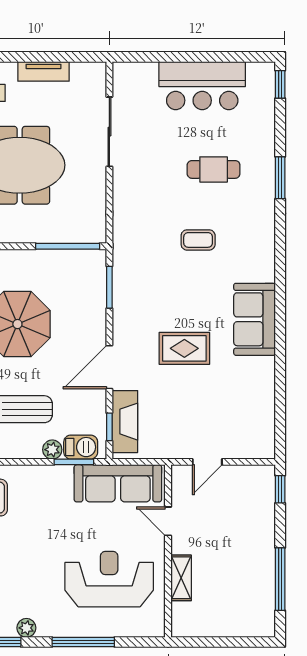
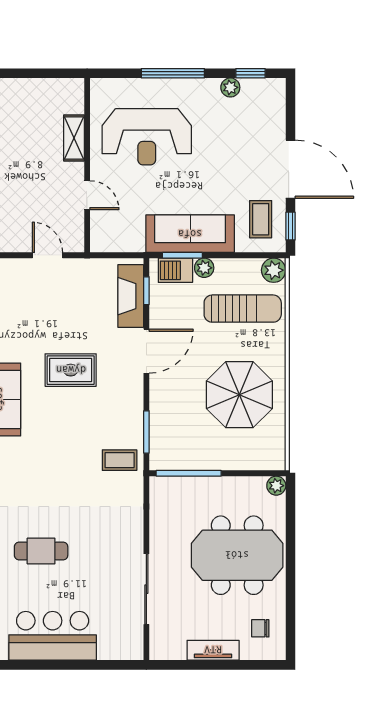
coffee table: (198, 240) -> (120, 460), moved
door: (207, 462) -> (47, 255), hinge flipped
sofa: (118, 483) -> (190, 234), moved

